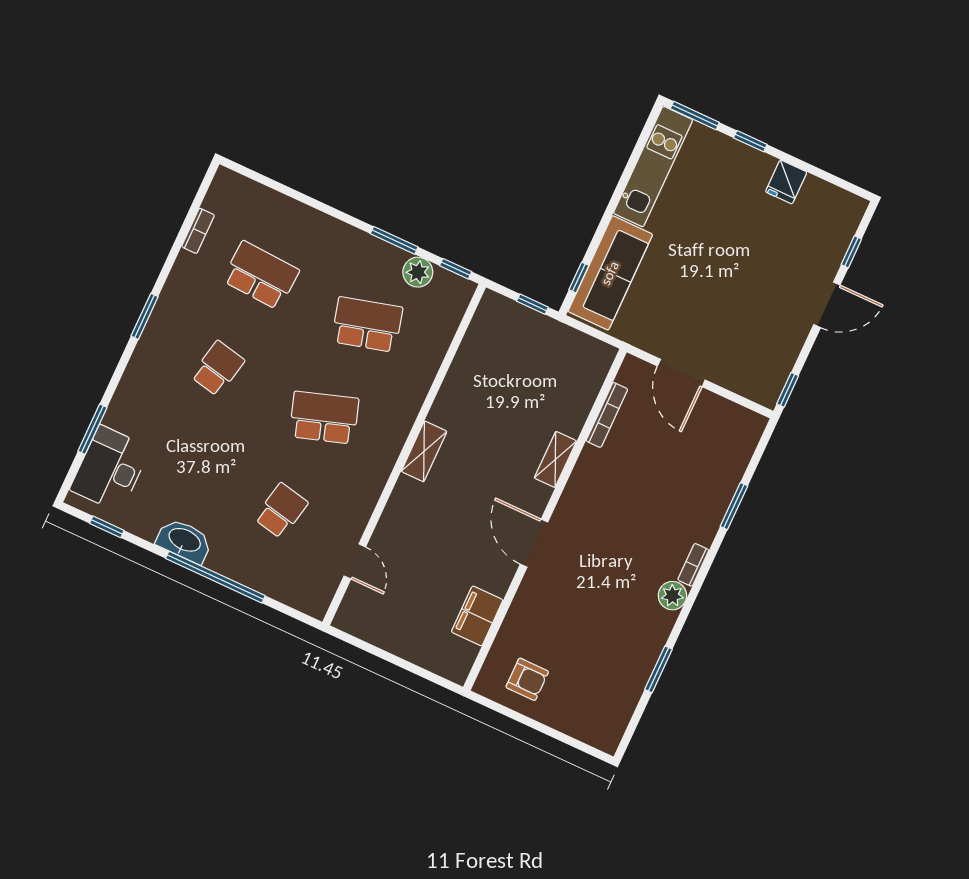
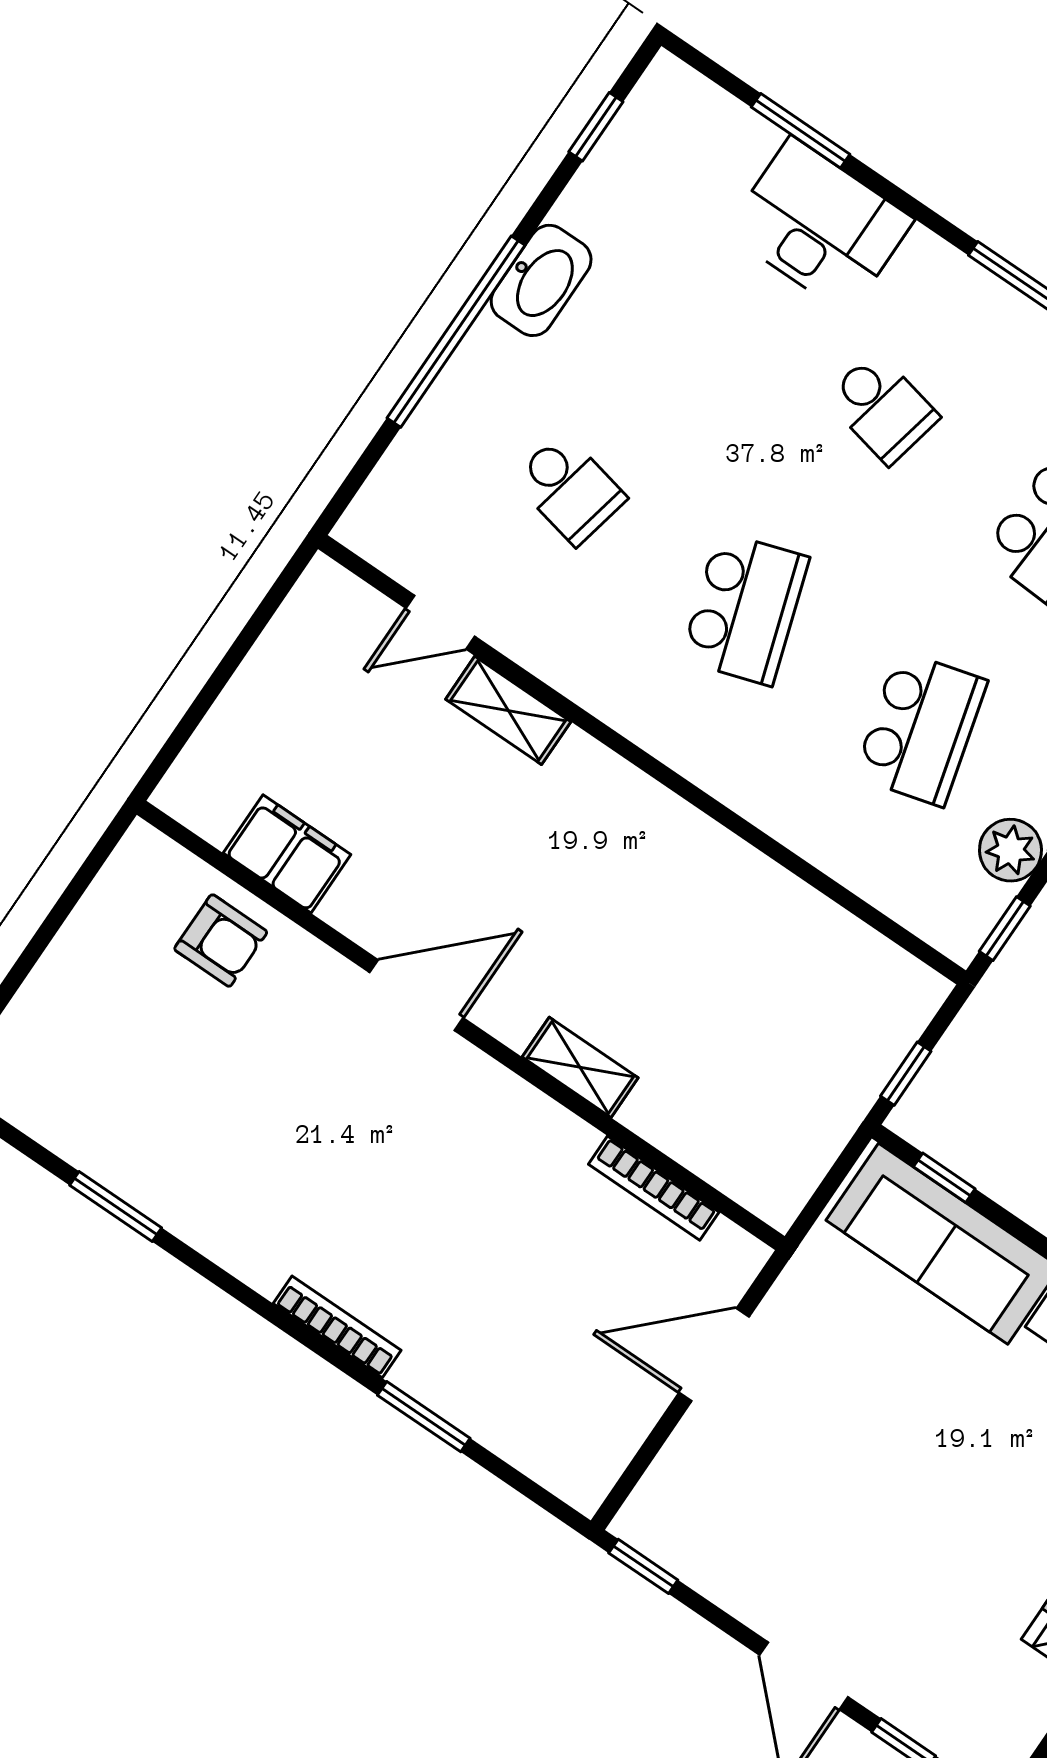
shelving: (424, 451) -> (508, 710), moved
desk: (110, 469) -> (820, 226), moved
bookcase: (693, 565) -> (337, 1327), width x1.56
plant: (672, 596) -> (262, 1260), removed
armchair: (527, 679) -> (221, 941), moved, turned -90

